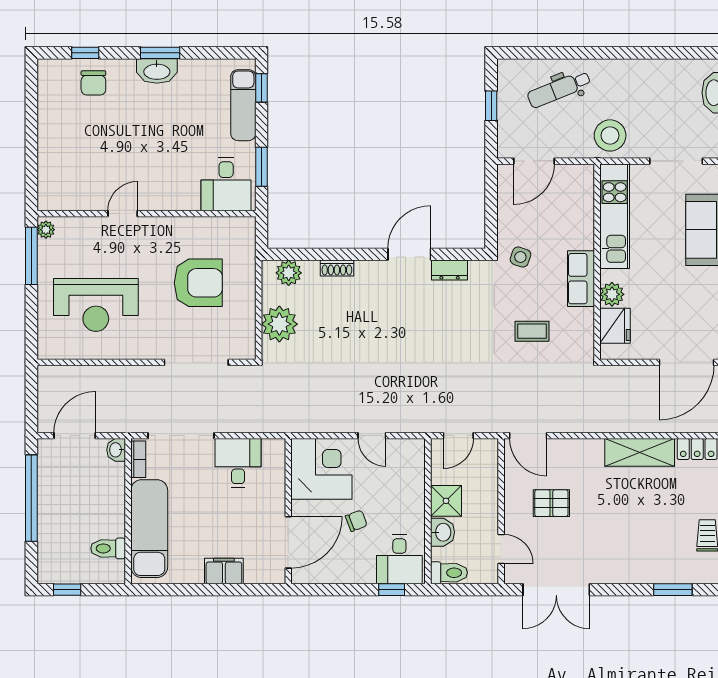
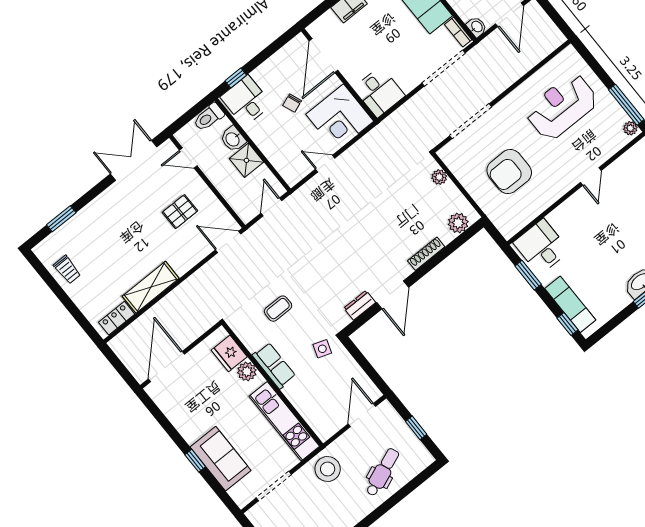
shoe rack: (337, 268) -> (426, 254), width x1.43
plant: (279, 324) -> (439, 177), width x0.53, depth x0.53
desk: (238, 463) -> (379, 92), moved

